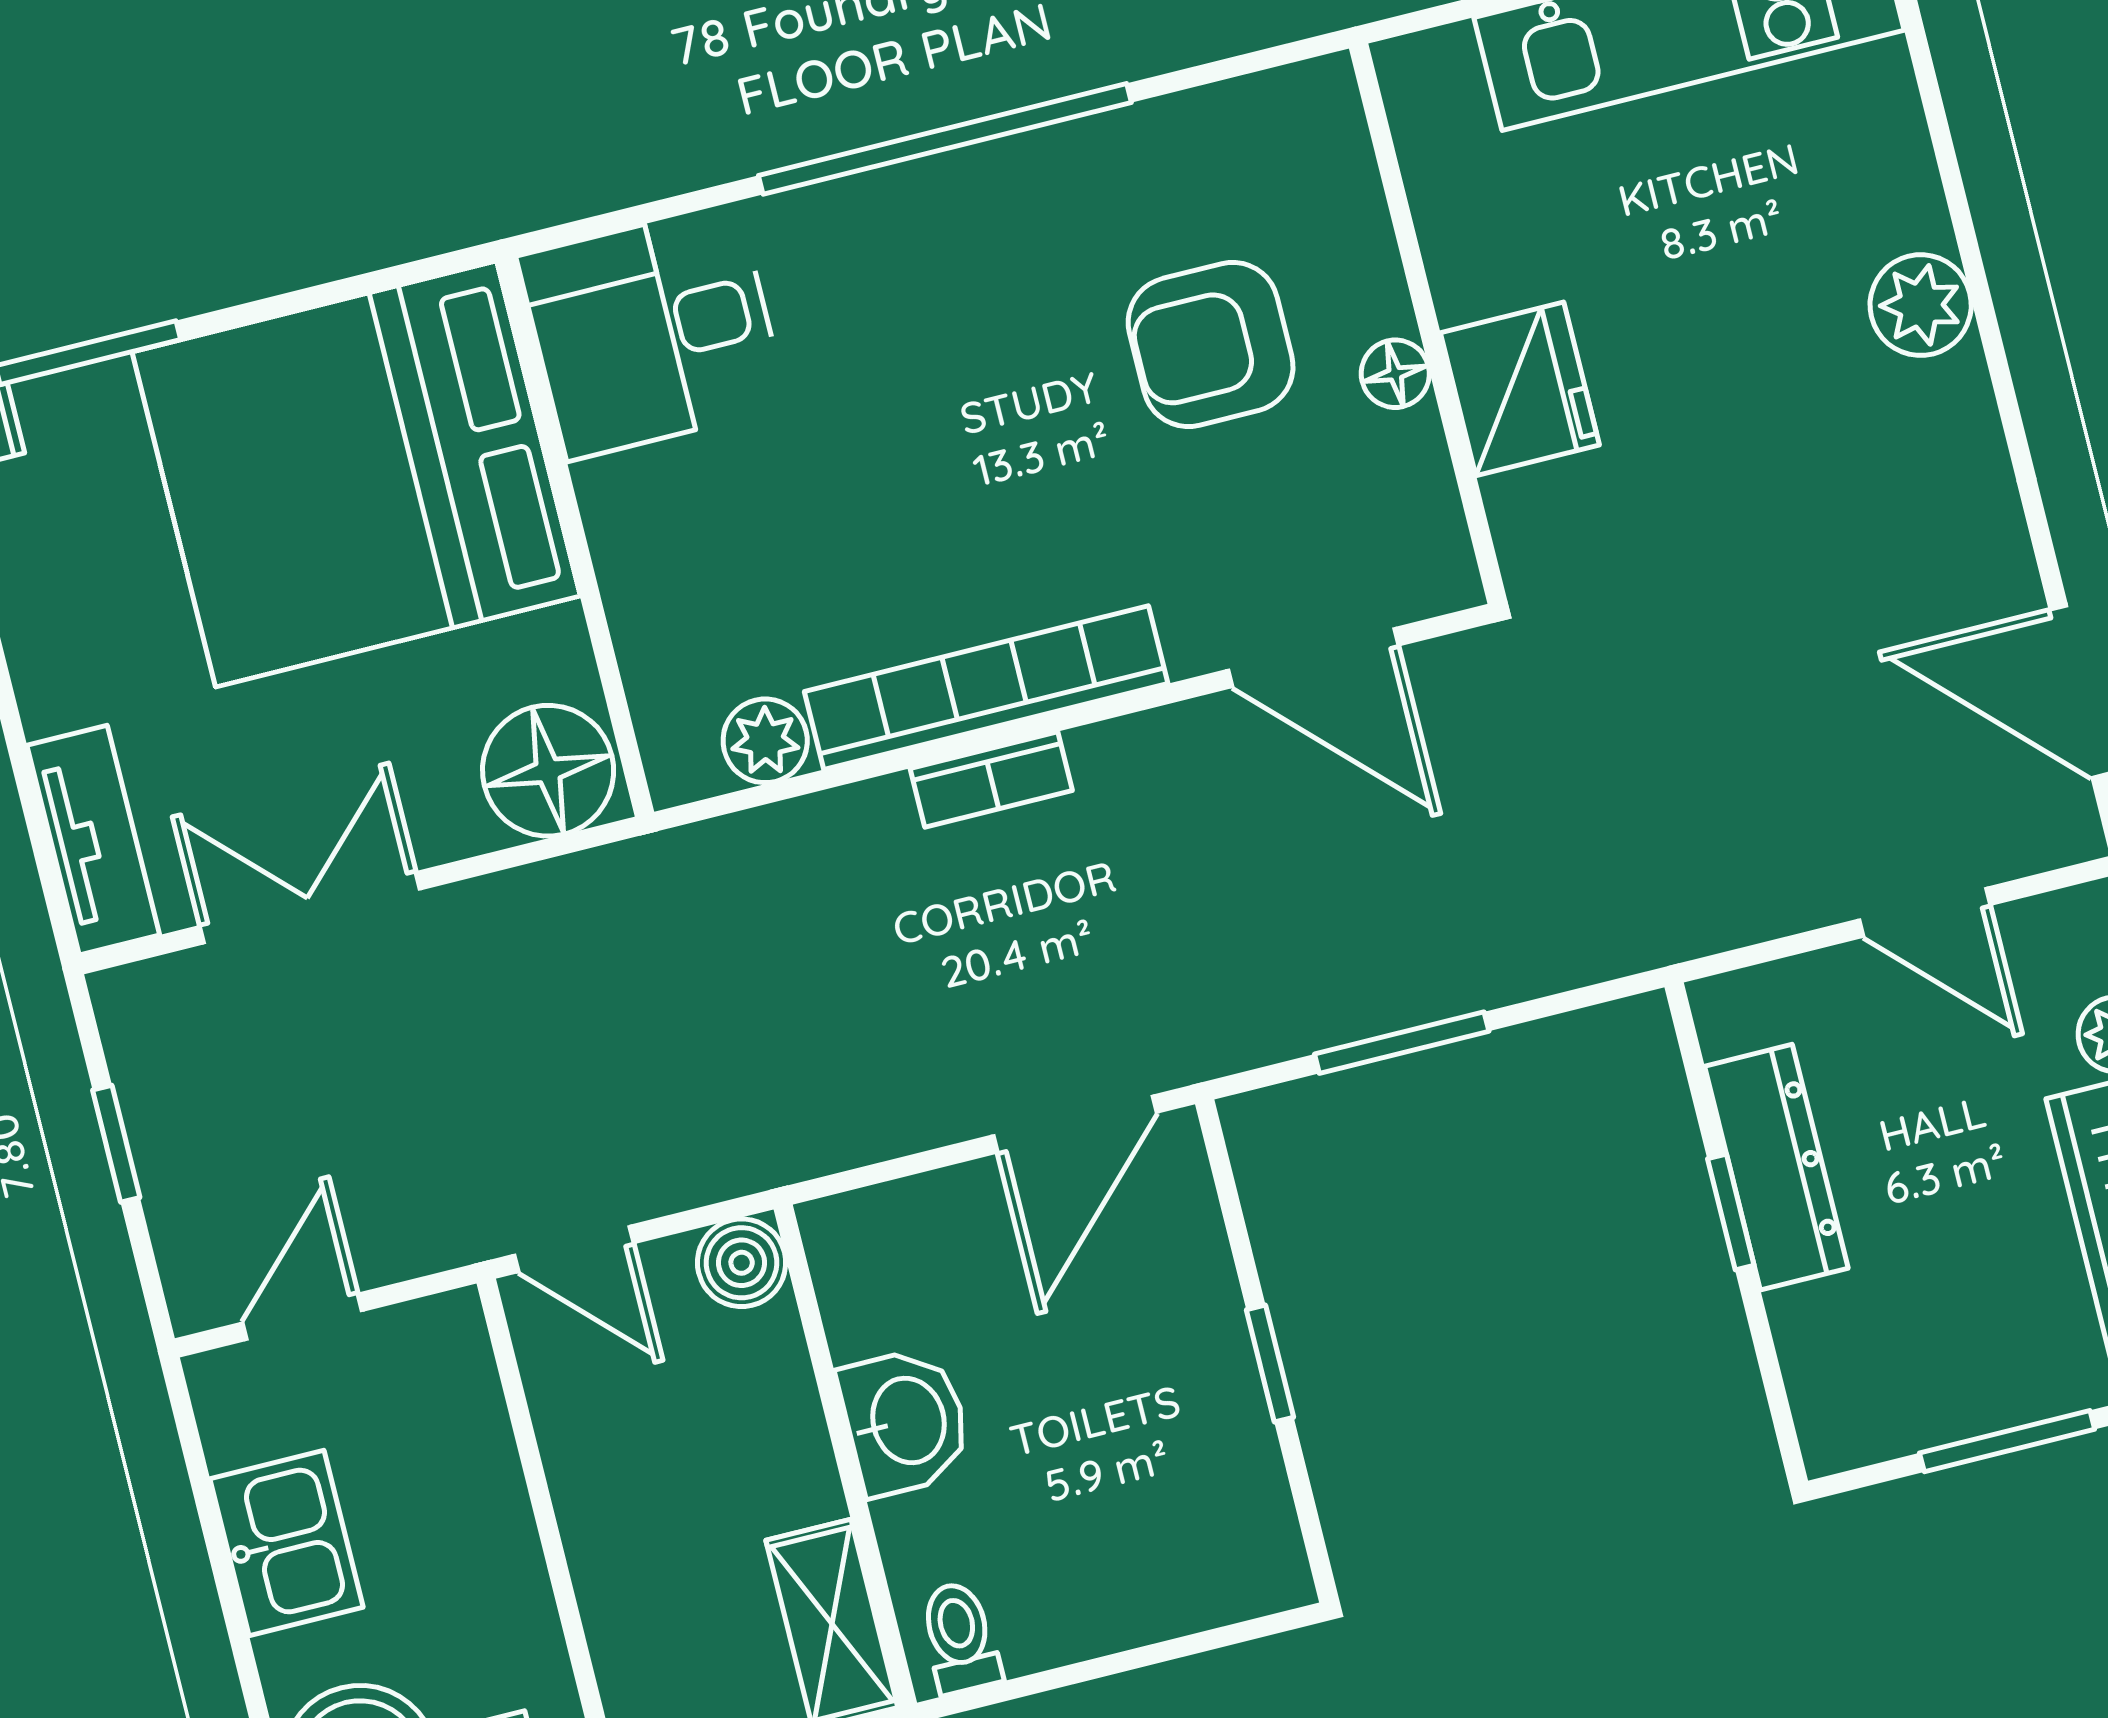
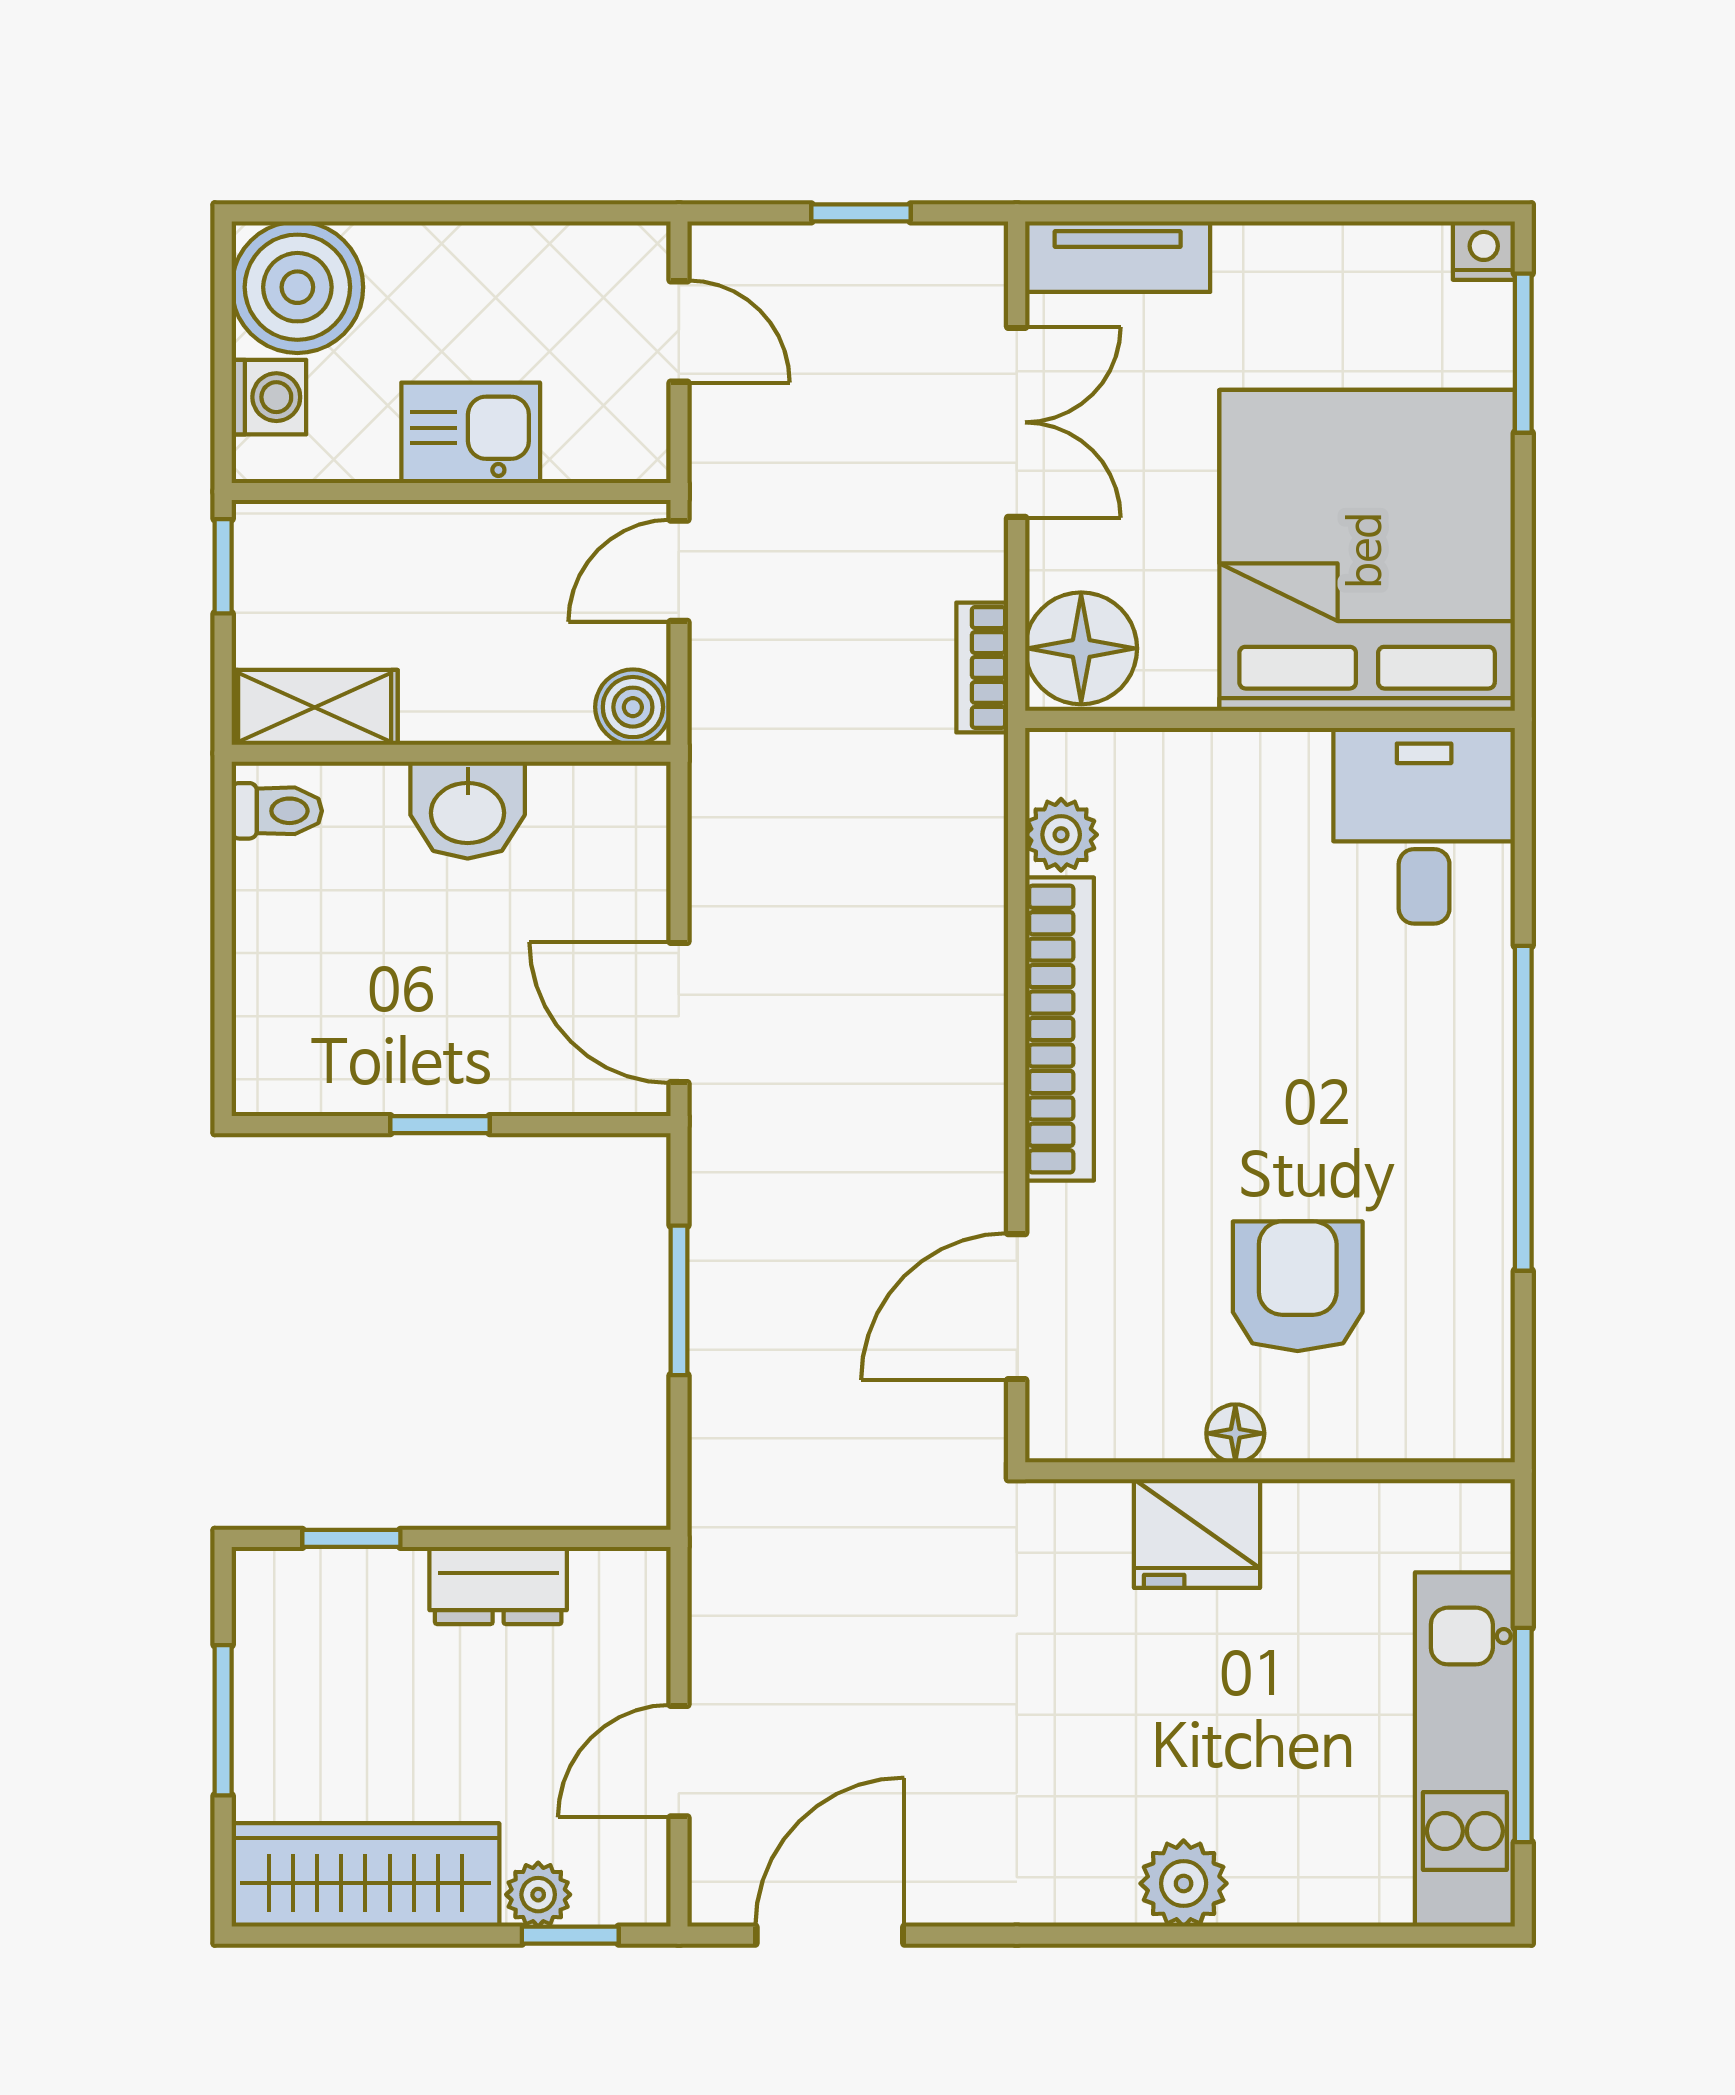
bookcase: (991, 779) -> (982, 667), moved
dresser: (1776, 1167) -> (498, 1585), width x0.70
window: (1731, 1212) -> (351, 1538), moved
kitchen sink: (286, 1543) -> (471, 433), moved, turned 180

